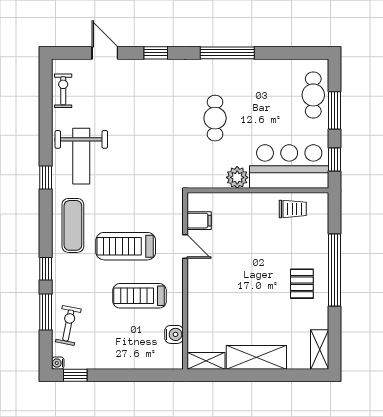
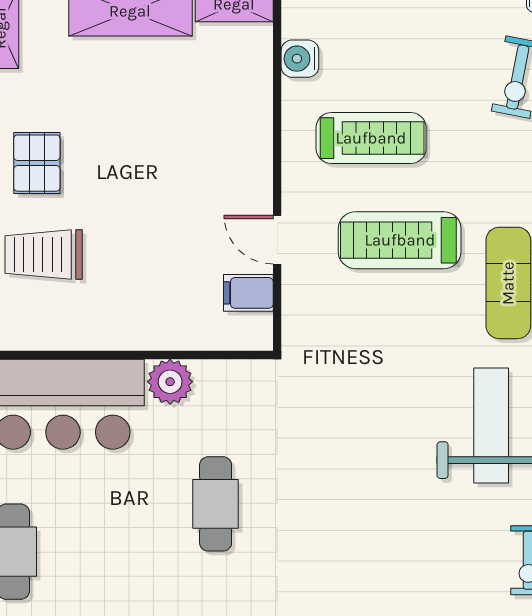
trolley: (293, 209) -> (44, 255), moved, width x1.36, depth x1.39
treadmill: (126, 246) -> (400, 240), turned 180

